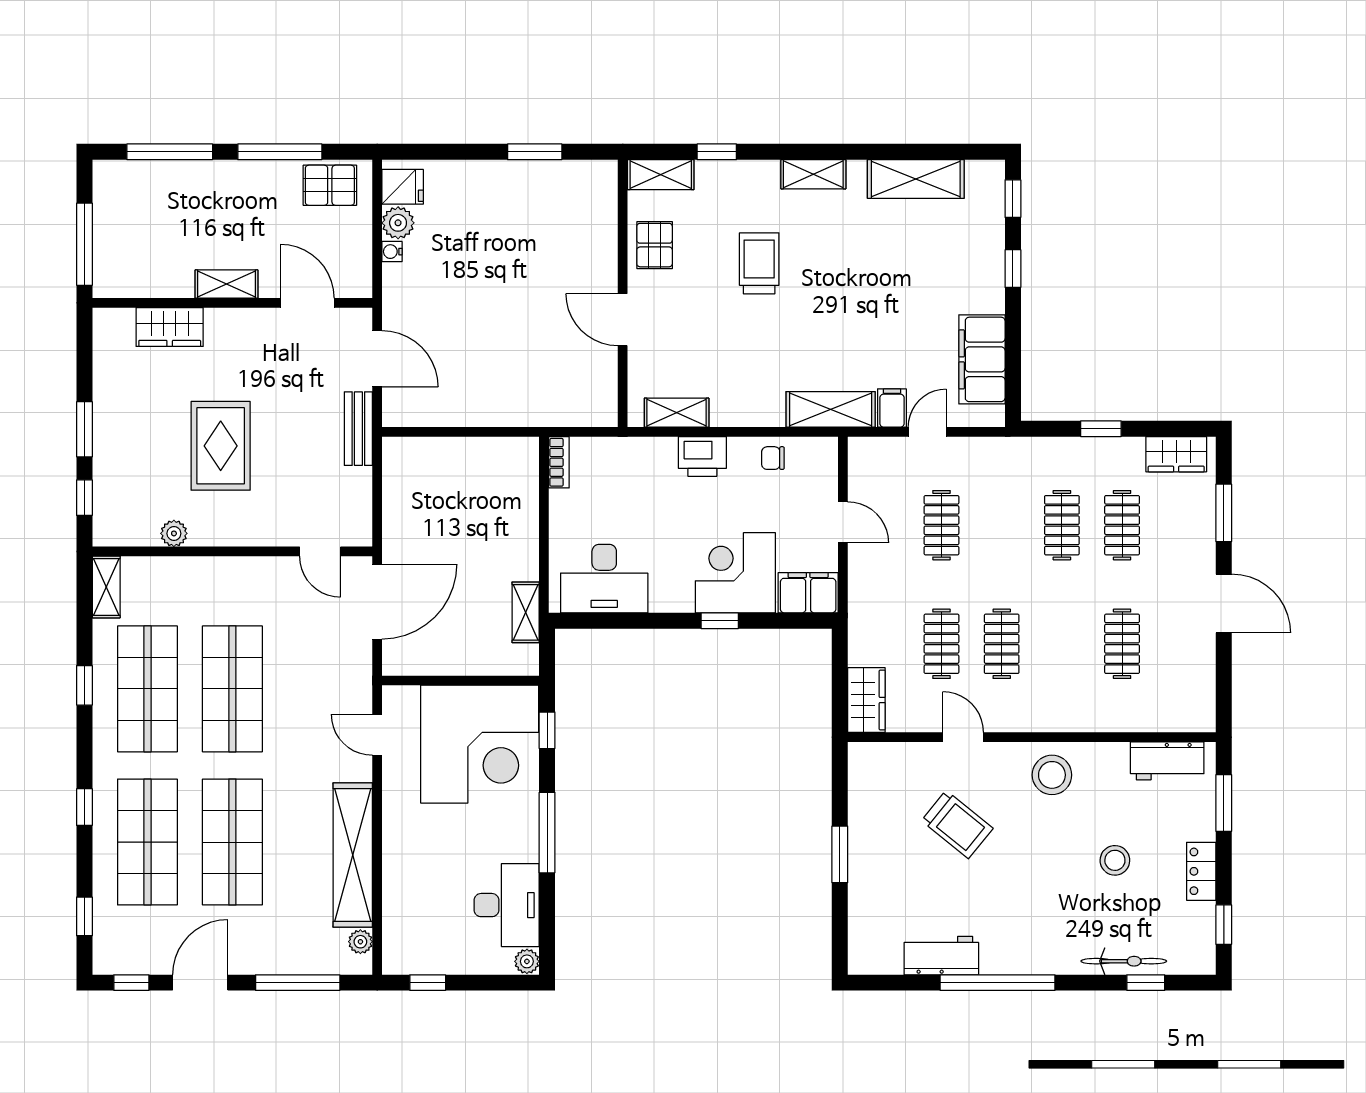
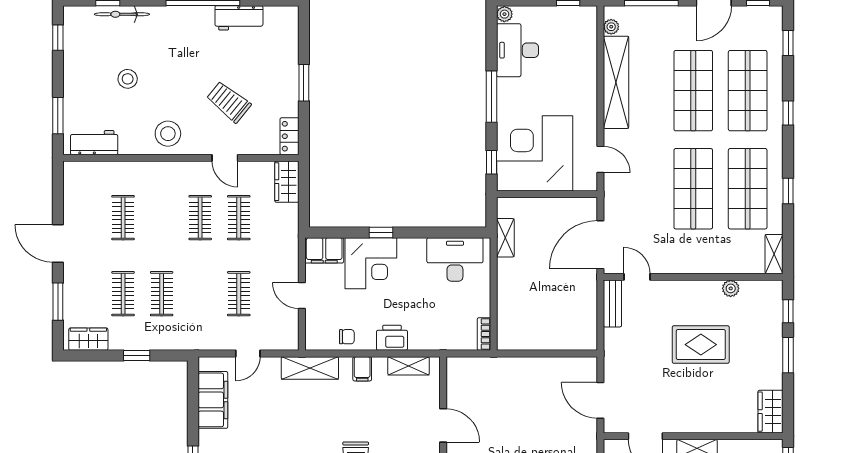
wardrobe: (170, 327) -> (771, 412), moved, turned -90
filing cabinet: (892, 408) -> (362, 369), moved
bench: (358, 429) -> (612, 303), moved
rug: (221, 446) -> (701, 345), turned 90
locker: (1201, 871) -> (289, 136), moved, turned 180

